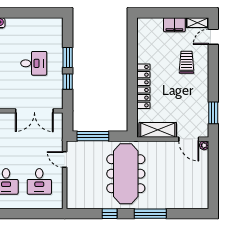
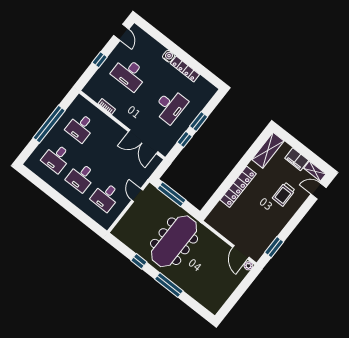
locker: (22, 23) -> (185, 69), added
trolley: (187, 62) -> (284, 194), turned 180
desk: (34, 63) -> (170, 106), width x1.37
shelving: (158, 130) -> (268, 150), moved, turned 90

